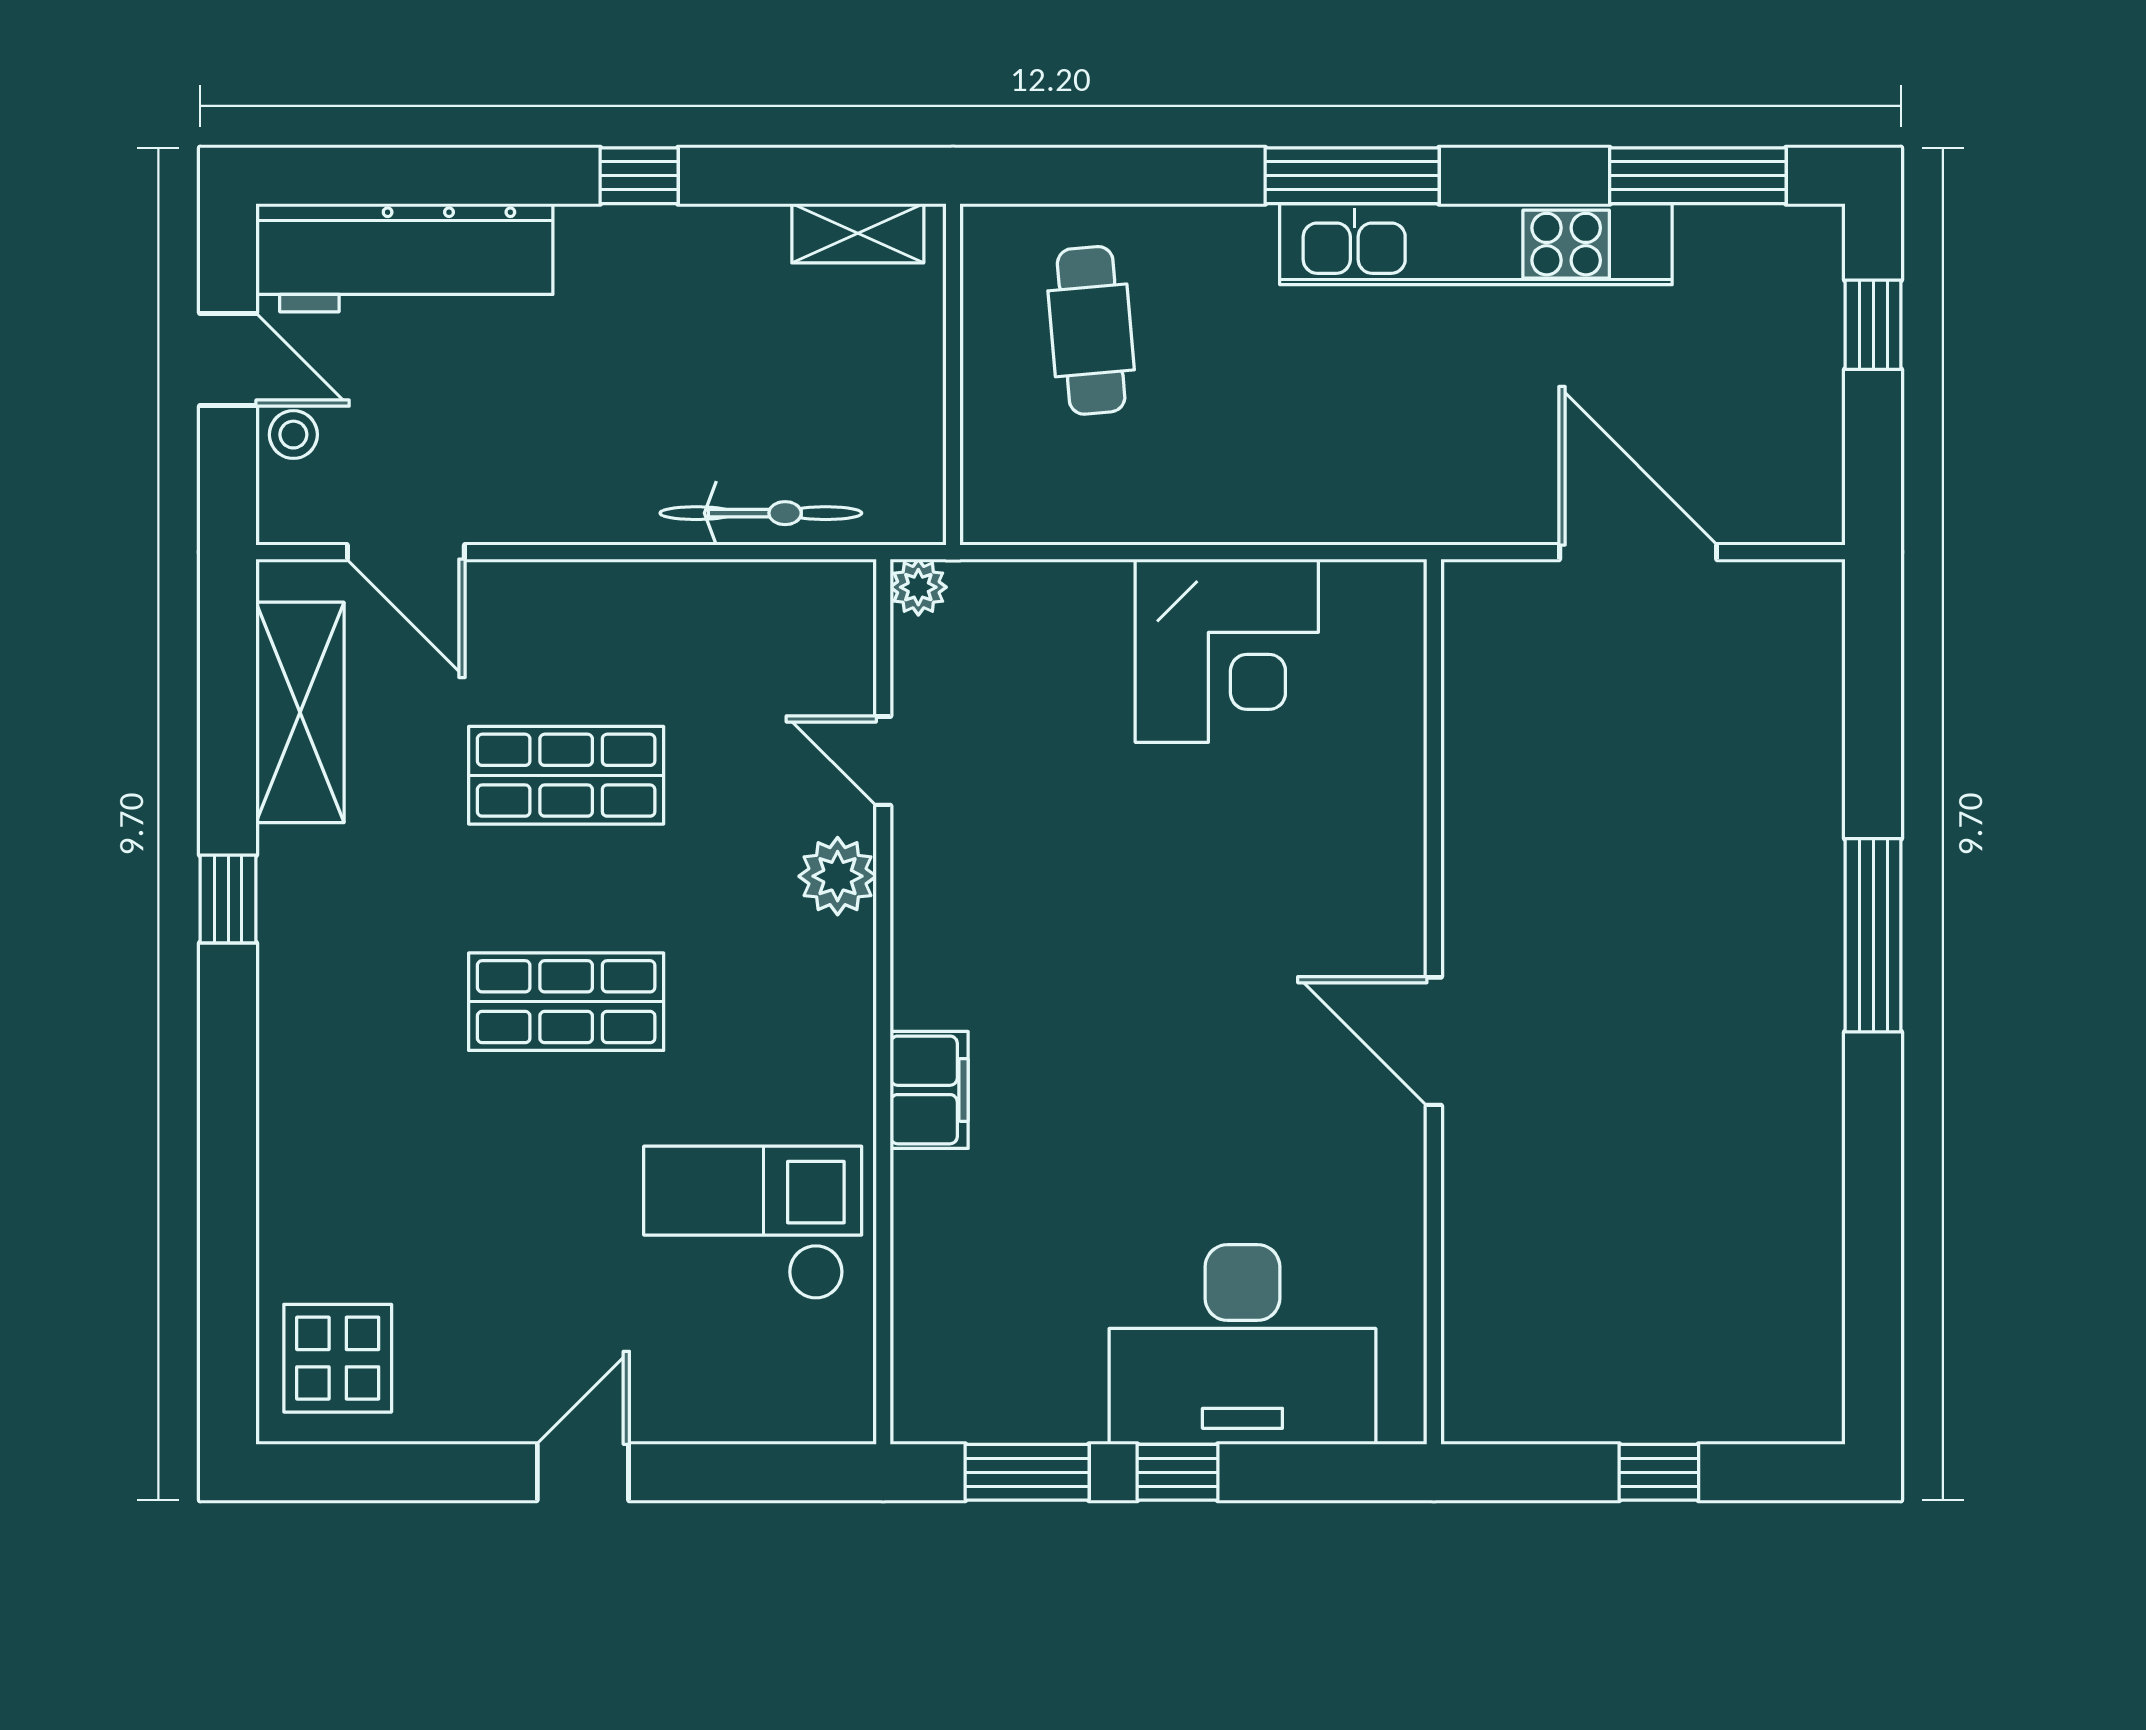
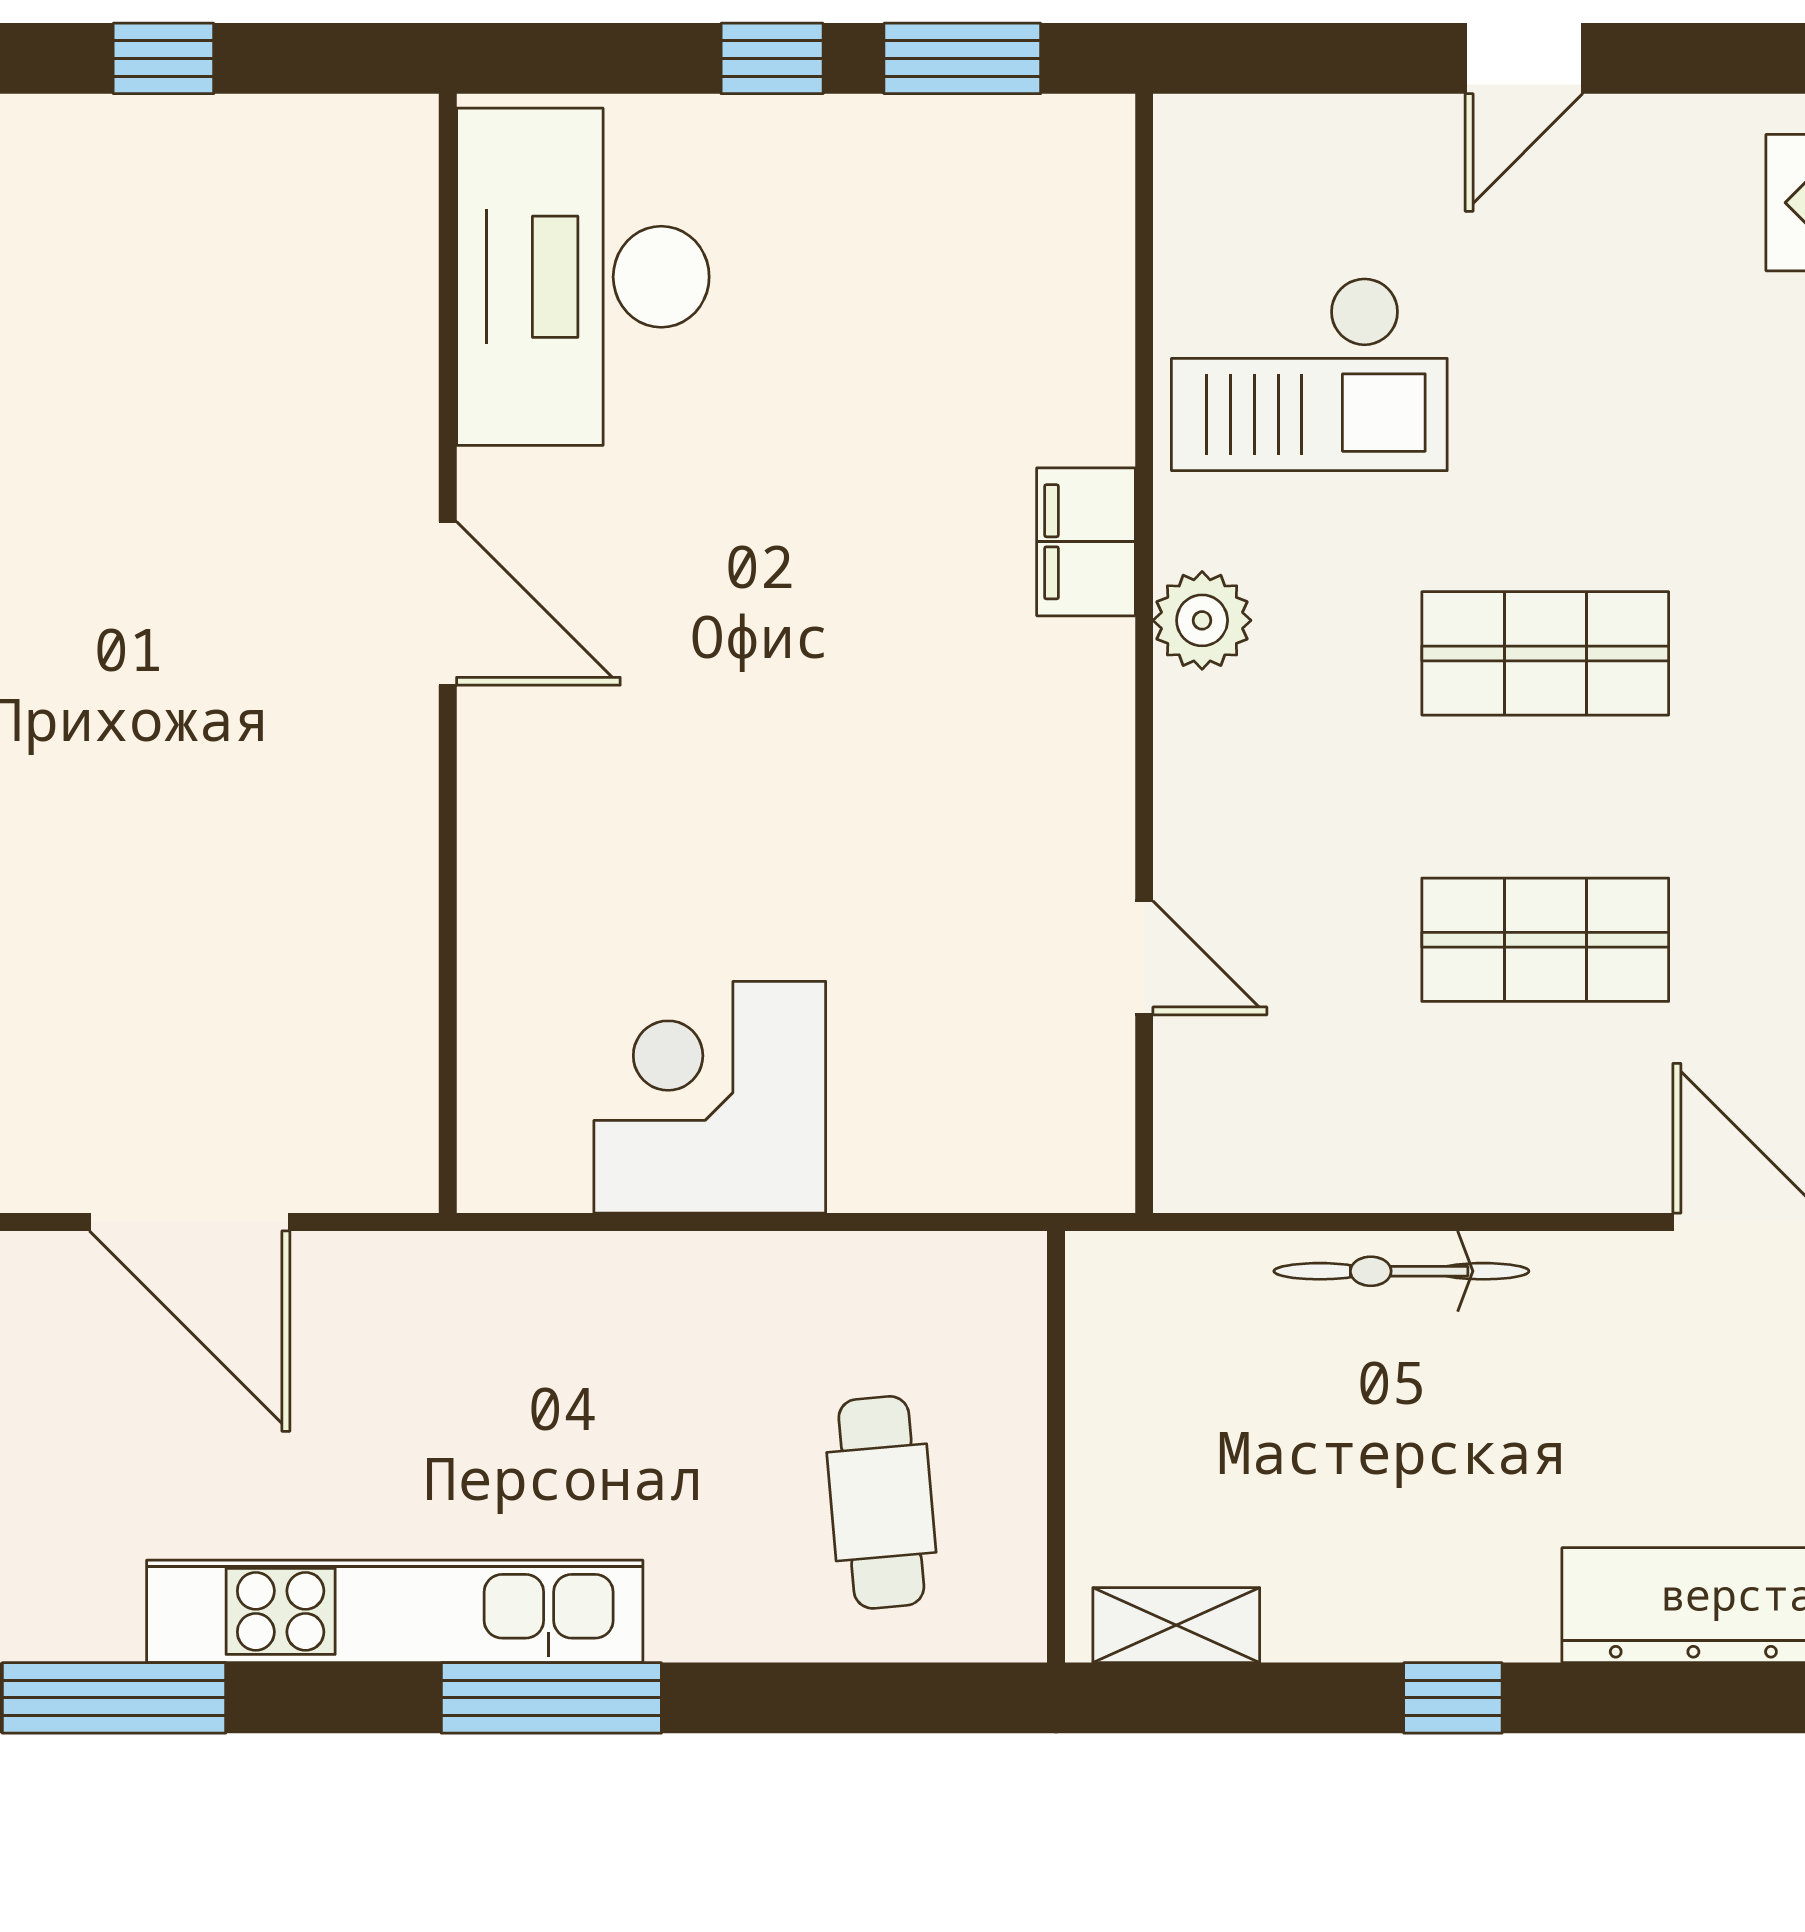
bicycle: (761, 513) -> (1401, 1271), moved
plant: (918, 587) -> (1100, 1178), removed
plant: (838, 876) -> (1202, 620), moved
desk: (1242, 1344) -> (583, 277), moved, turned -90

